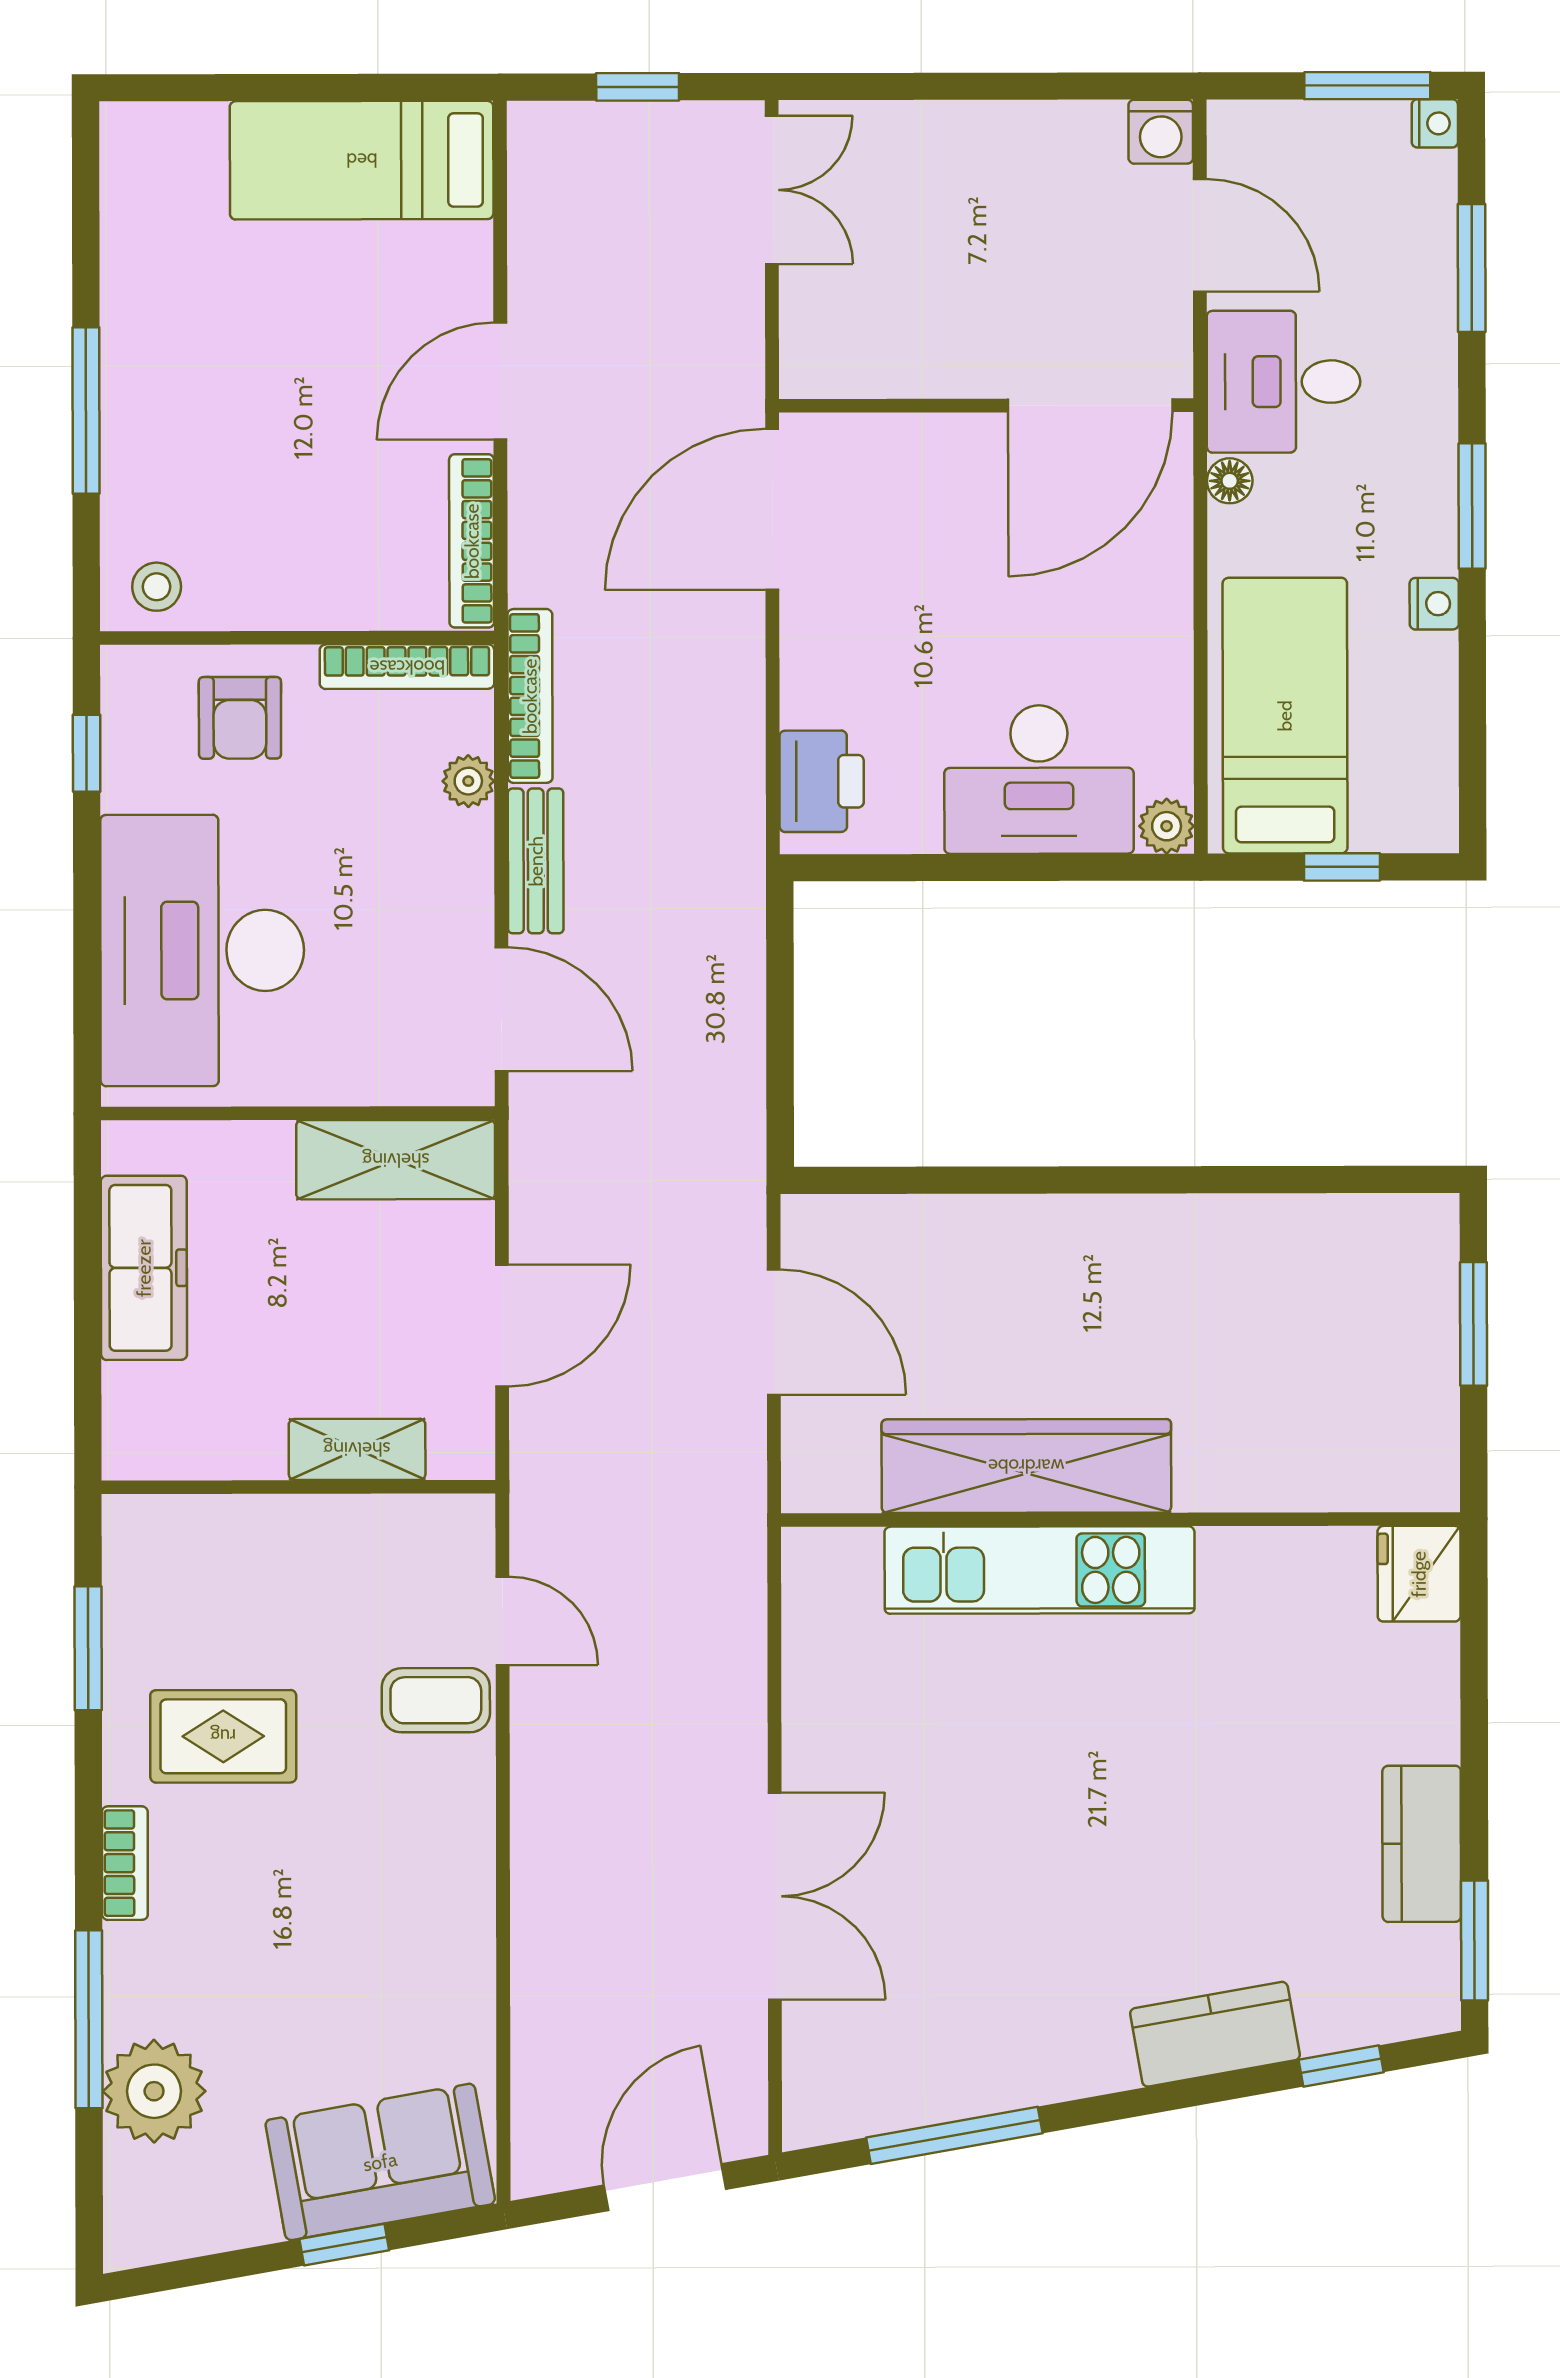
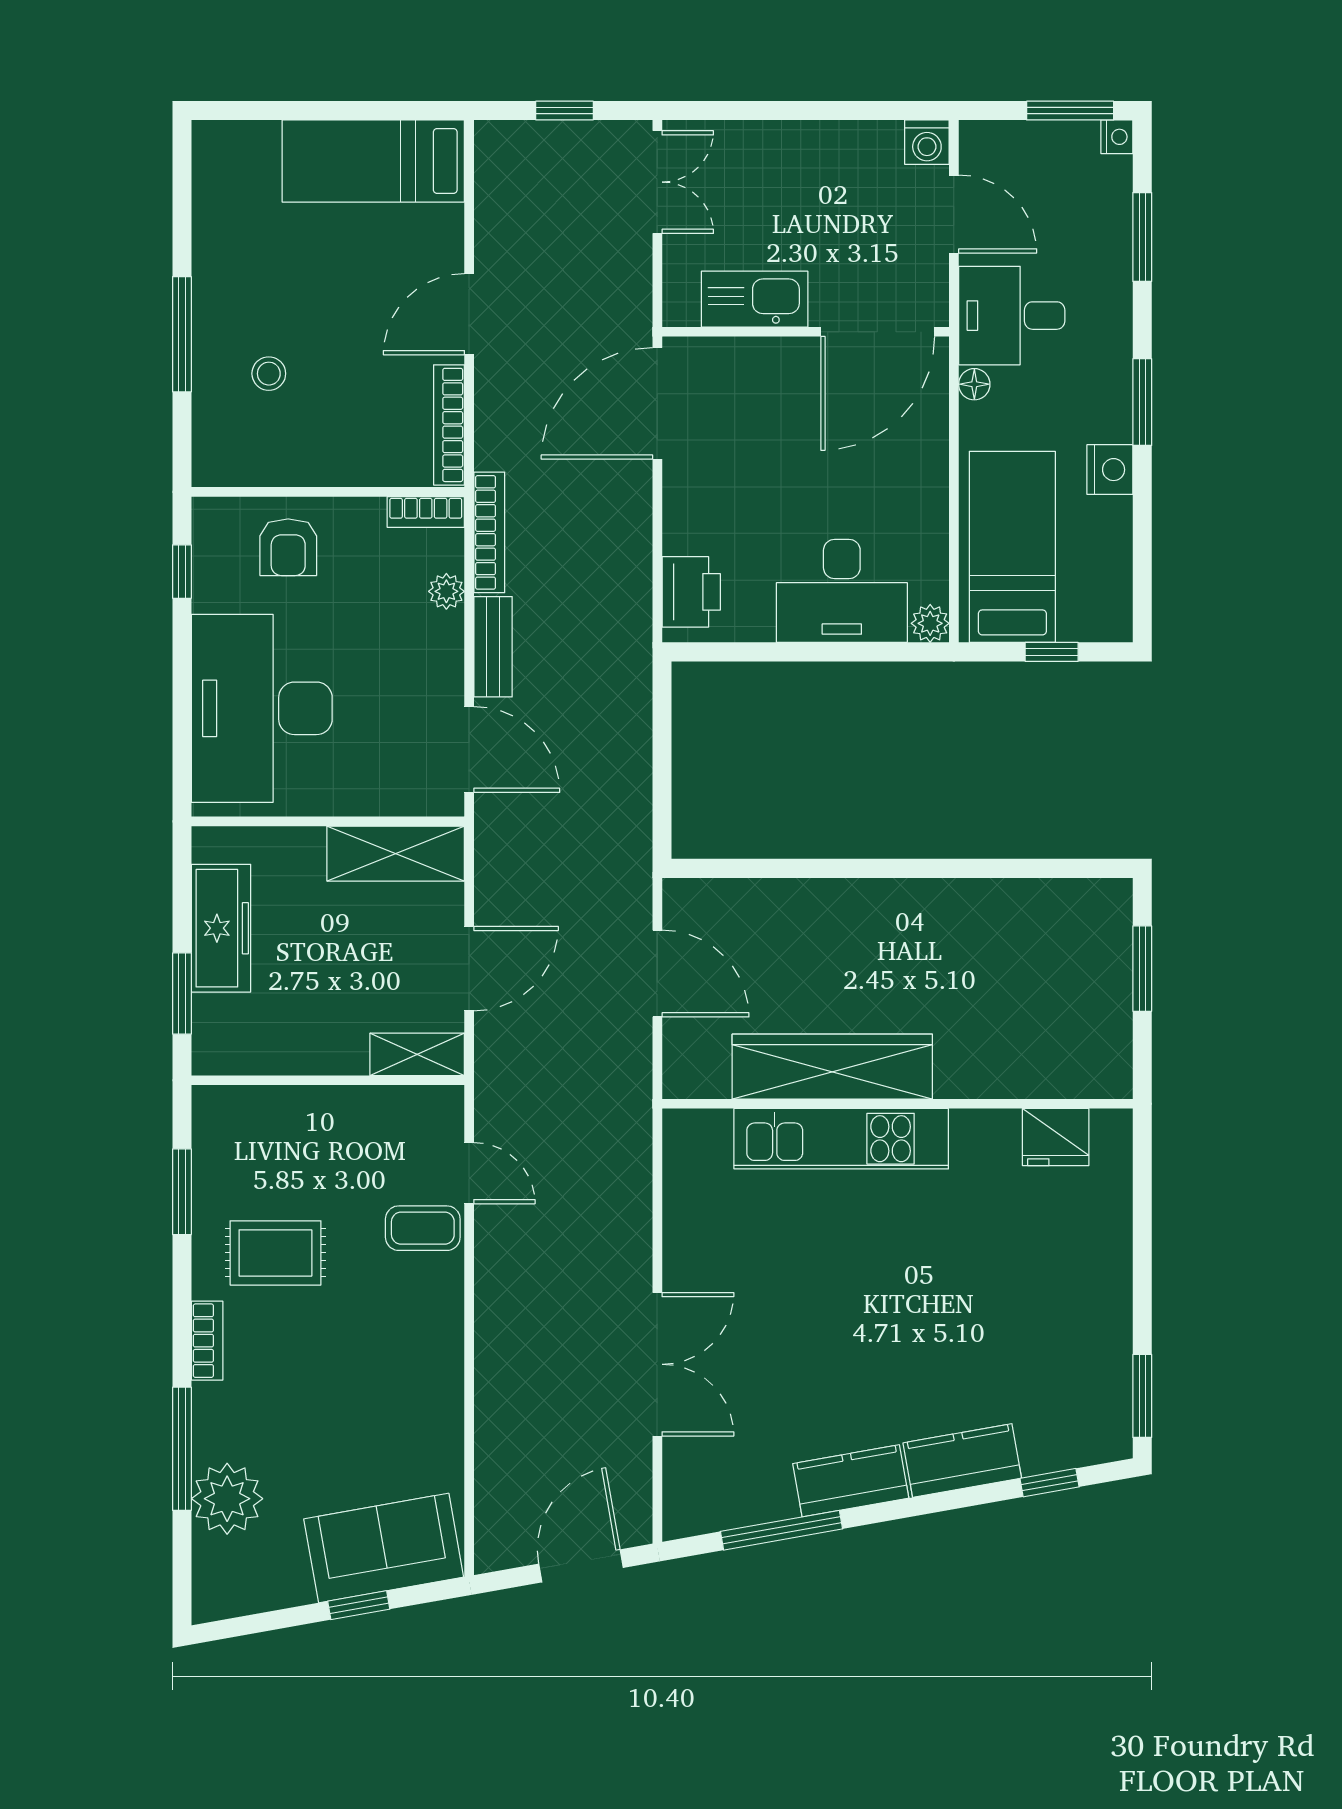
kitchen sink: (912, 358) -> (755, 299), added
stool: (157, 587) -> (269, 374), moved
nightstand: (1434, 604) -> (1110, 470), width x1.39, depth x1.35
bookcase: (407, 667) -> (426, 512), width x0.64
window: (88, 1362) -> (182, 994), added
shelving: (357, 1449) -> (417, 1054), moved
fridge: (1419, 1574) -> (1056, 1137), moved, turned -90
kitchen counter: (1422, 1844) -> (851, 1481), moved, turned 80

